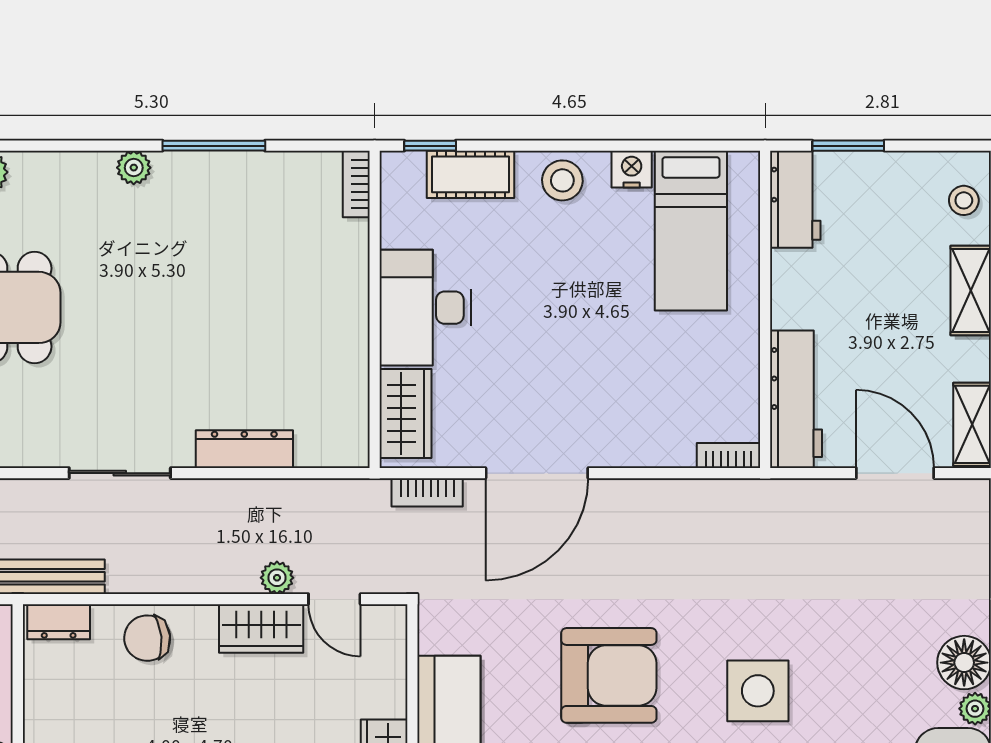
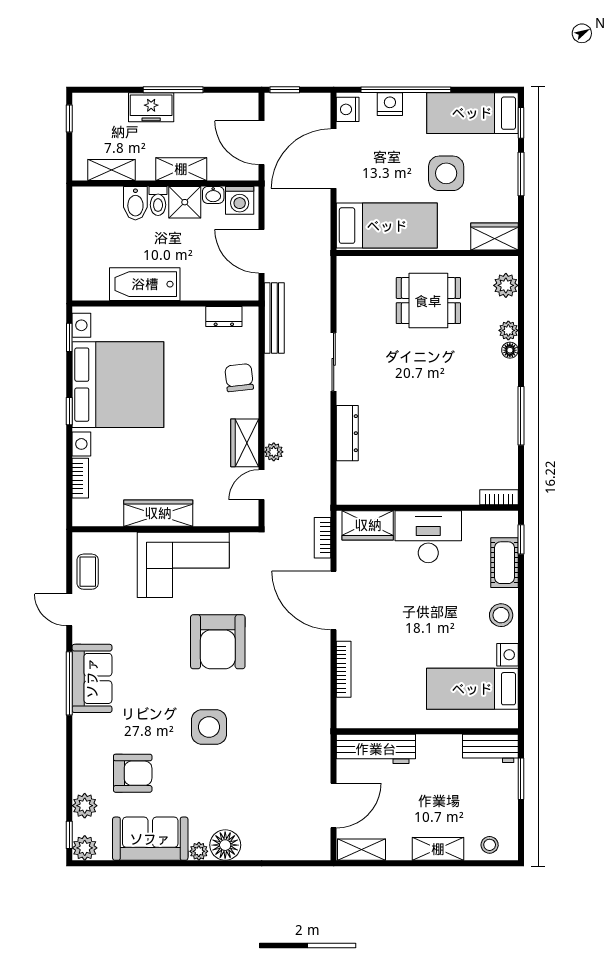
floor lamp: (99, 165) -> (510, 350), added
plant: (134, 168) -> (508, 330), moved
bookcase: (728, 455) -> (344, 669), moved, width x1.56
dresser: (59, 622) -> (224, 316), moved, turned -90

